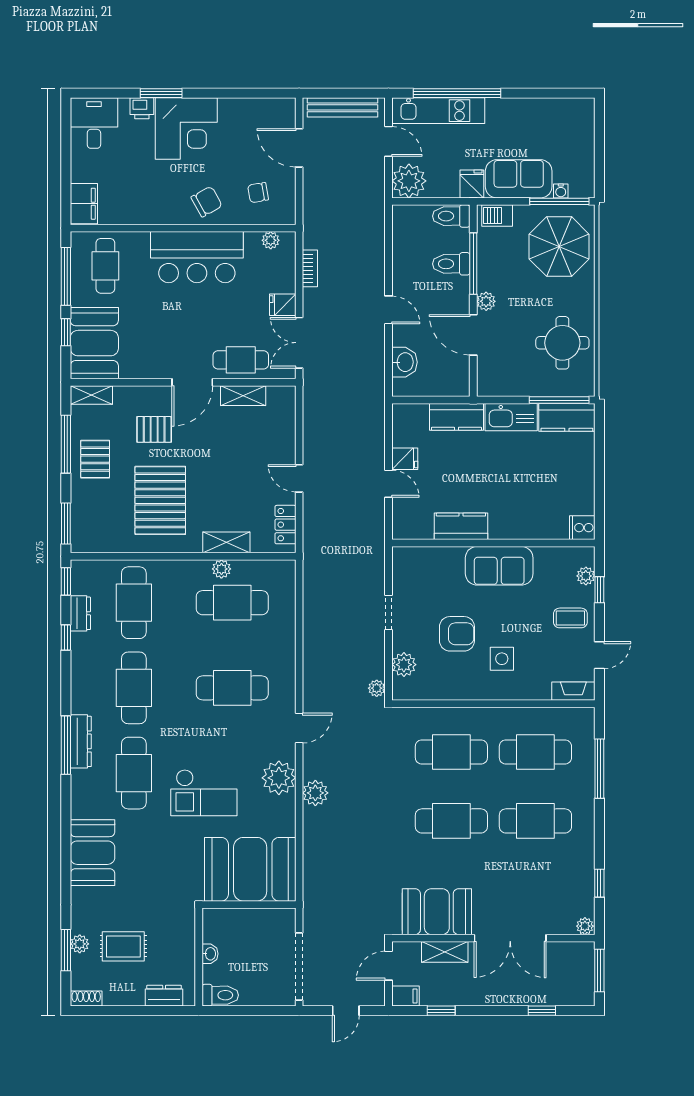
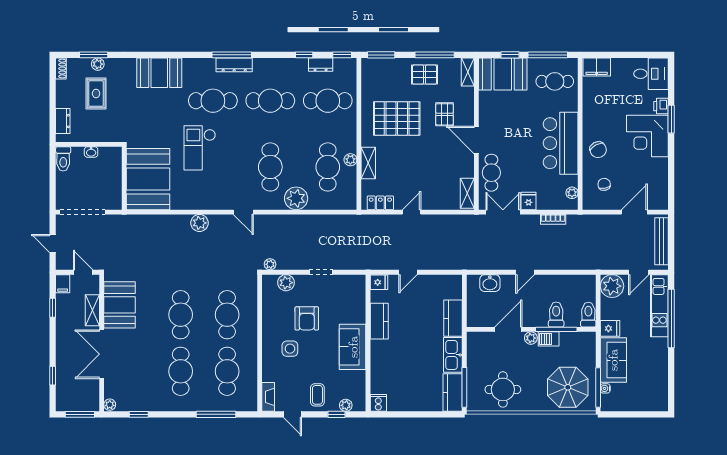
barbecue: (497, 215) -> (549, 339), moved, turned -90
shelving: (243, 396) -> (467, 193), moved
fridge: (405, 459) -> (379, 282), moved, turned -90
plant: (279, 778) -> (296, 198), moved

